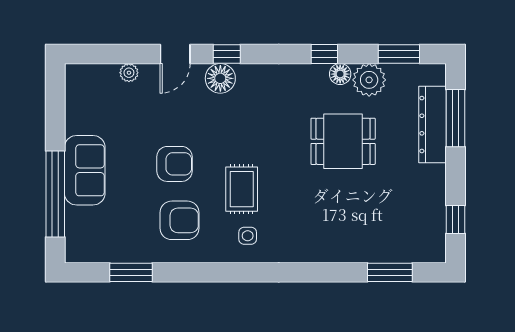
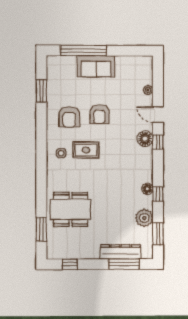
floor lamp: (340, 74) -> (147, 189), moved
dining table: (343, 141) -> (71, 209), moved, width x1.37

